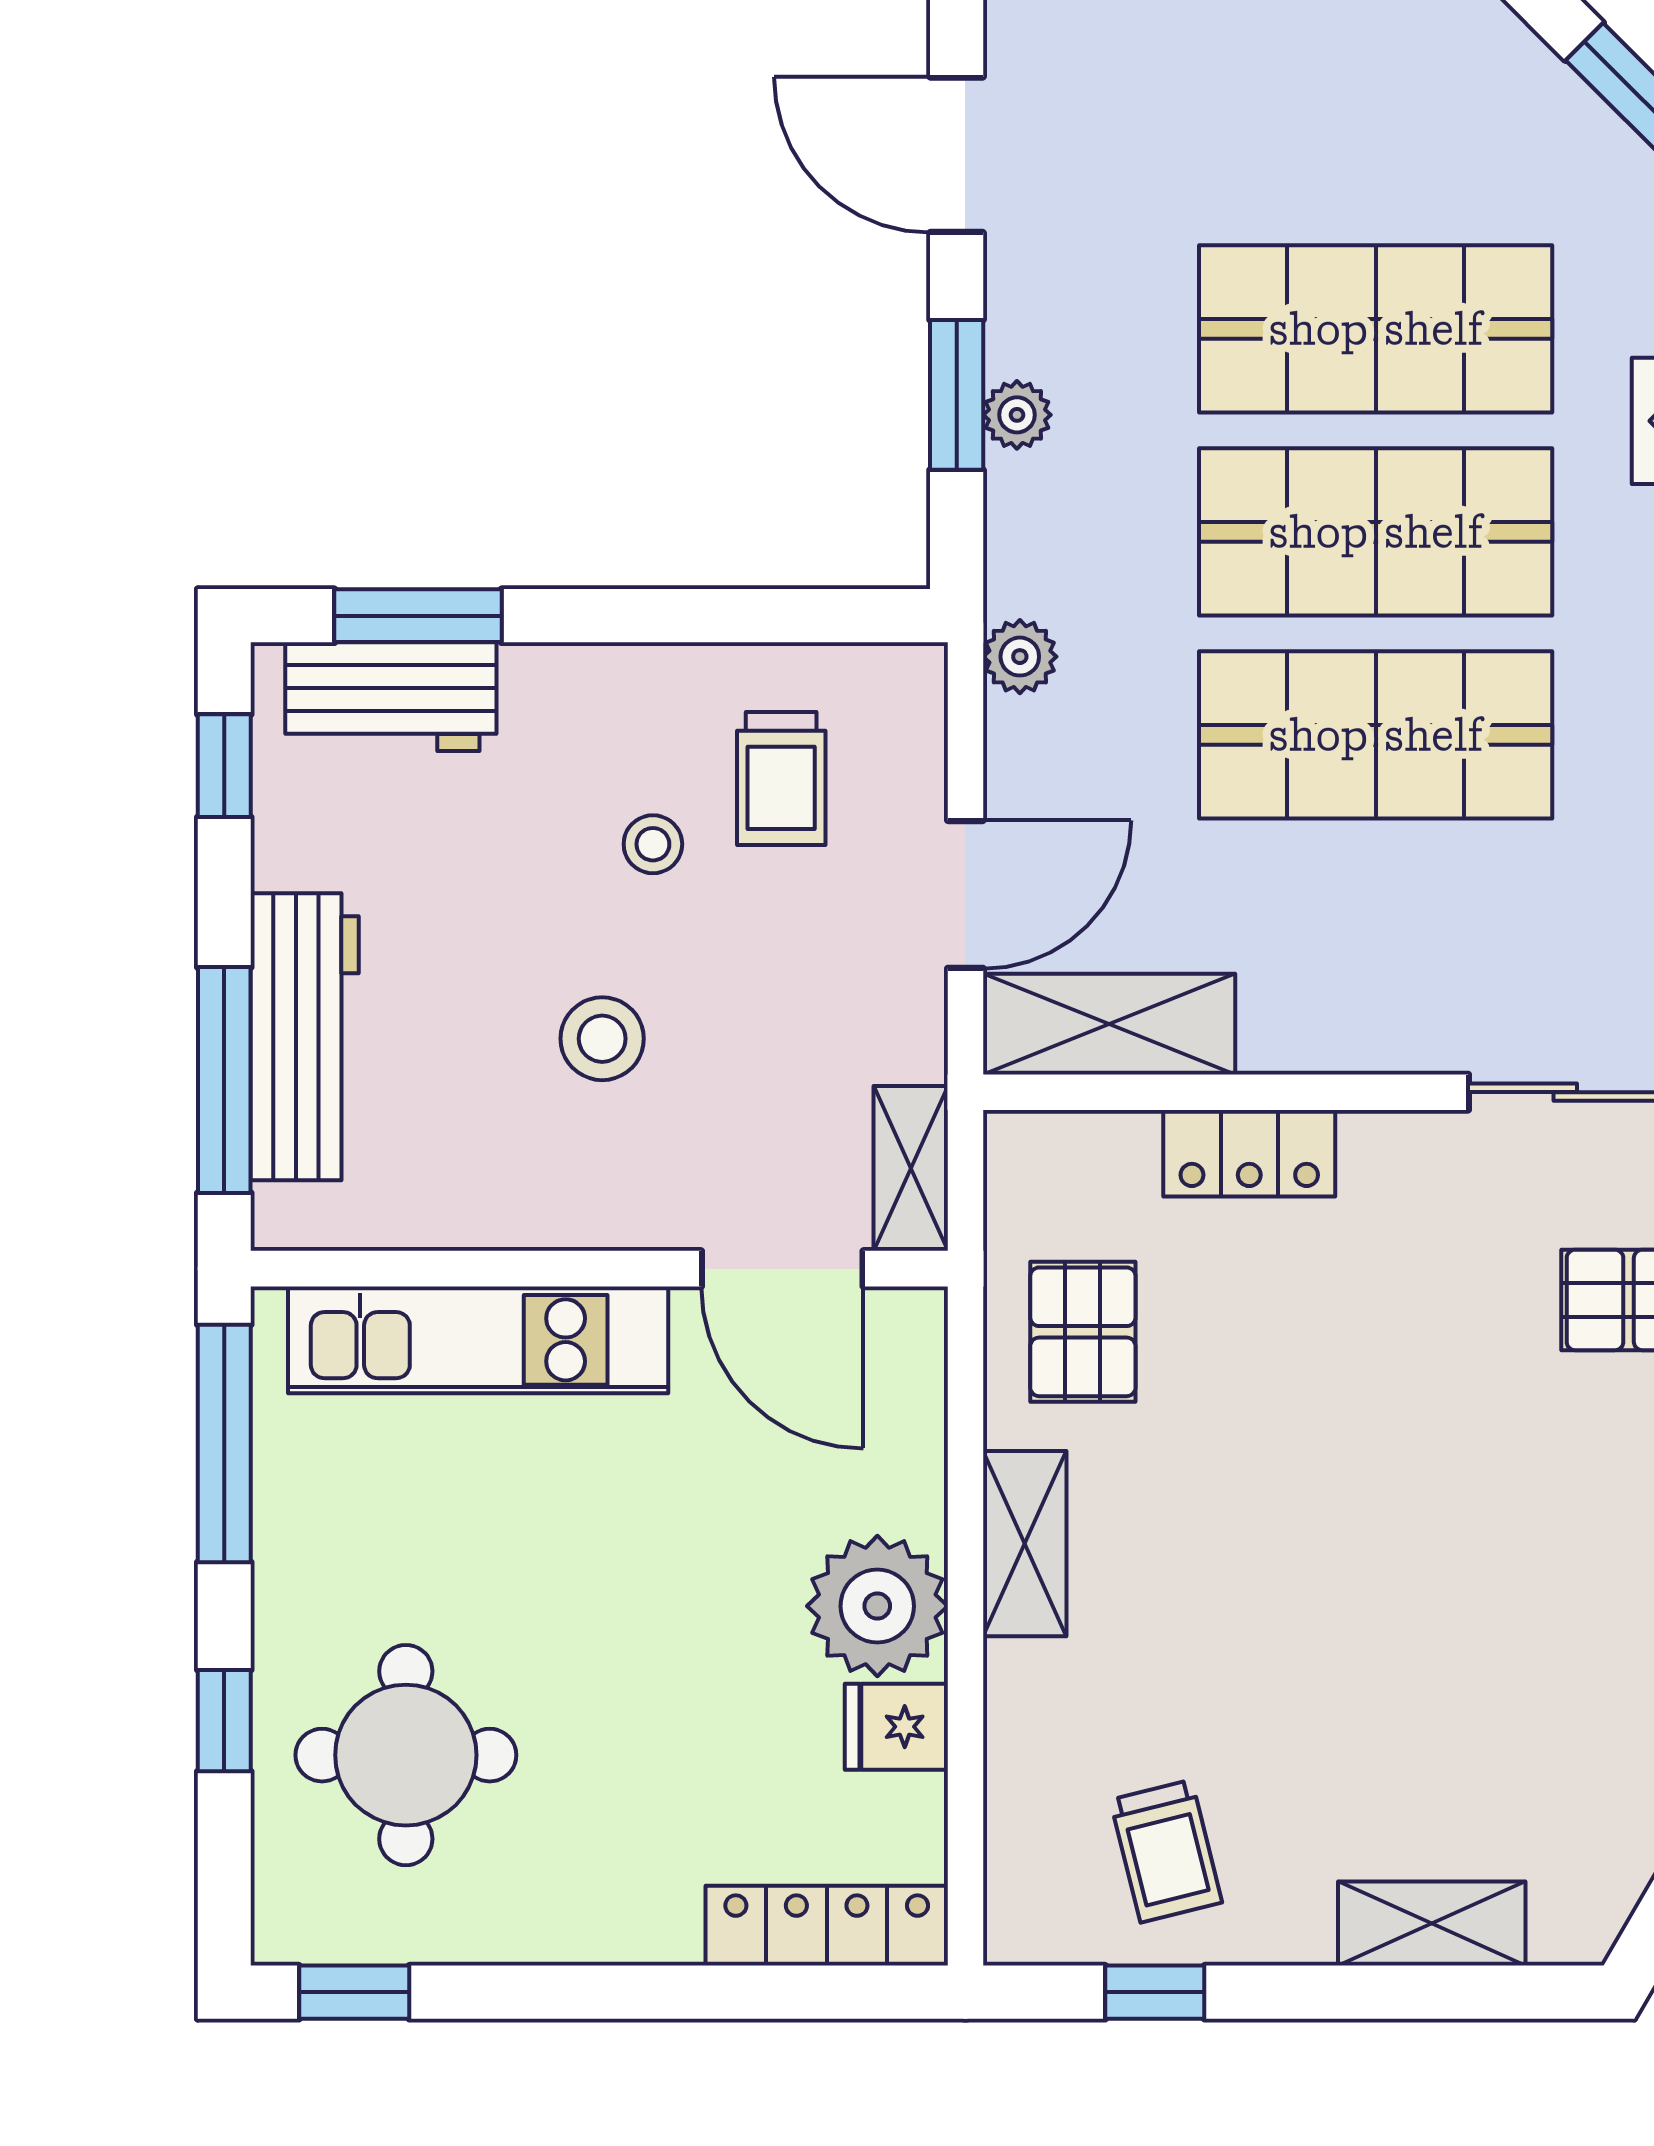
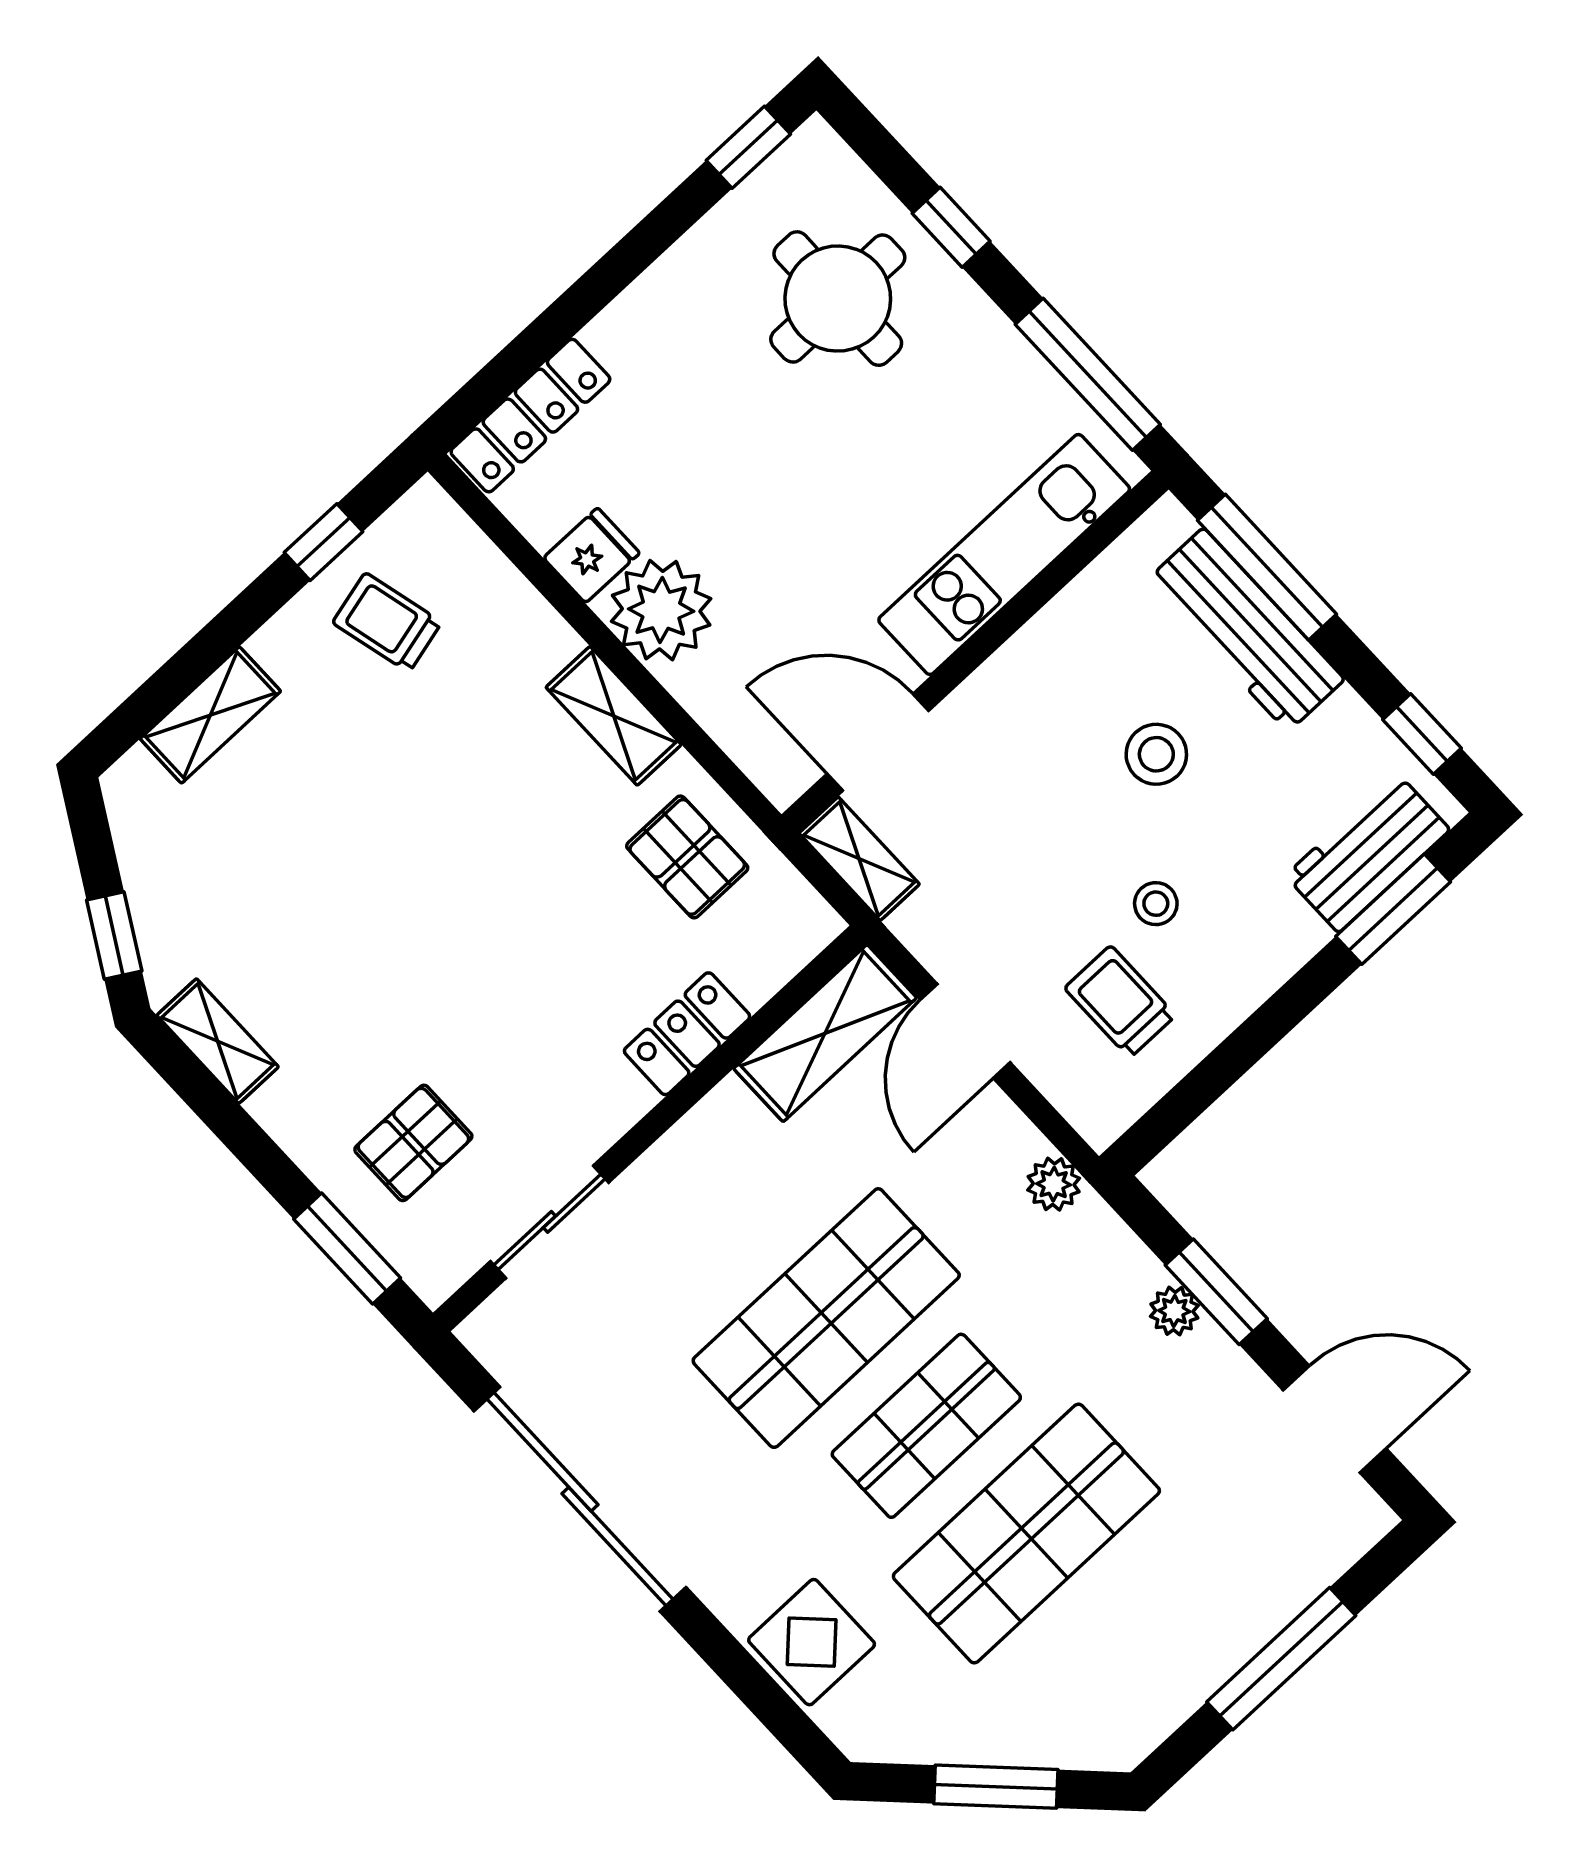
shop shelf: (1376, 532) -> (926, 1426), width x0.70, depth x0.74
stool: (602, 1039) -> (1156, 754), moved

